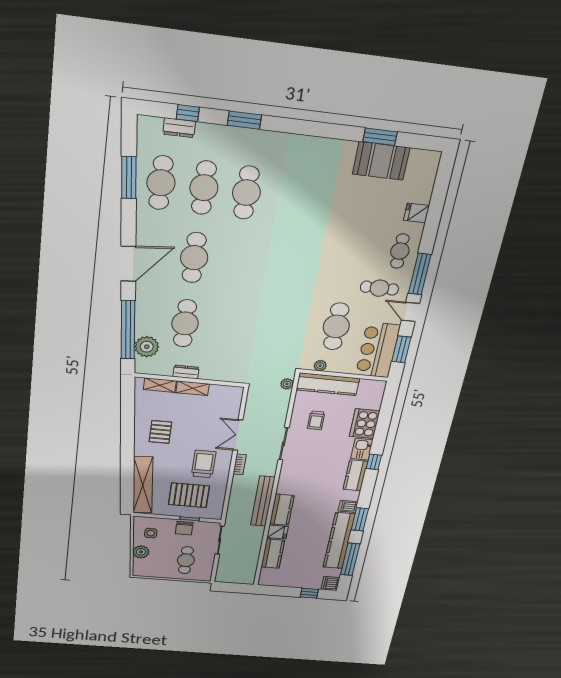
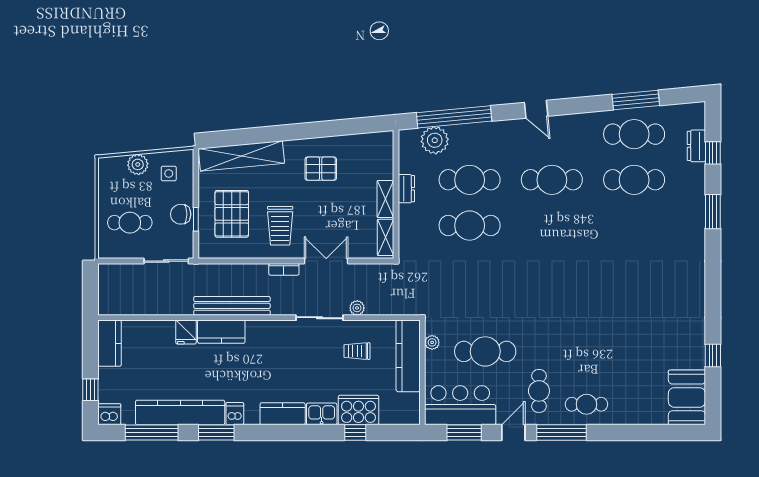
window: (380, 137) -> (713, 356), width x0.67
booth: (381, 161) -> (687, 397), moved
cafe table: (246, 193) -> (470, 226), moved
fridge: (416, 213) -> (633, 413), removed
door: (128, 264) -> (536, 109), width x0.53
plant: (287, 384) -> (357, 308), moved
shelving: (160, 385) -> (386, 237), moved
window: (374, 462) -> (355, 432), moved
trolley: (204, 464) -> (280, 226), turned 90
kitchen counter: (273, 554) -> (110, 343), moved, turned -90

